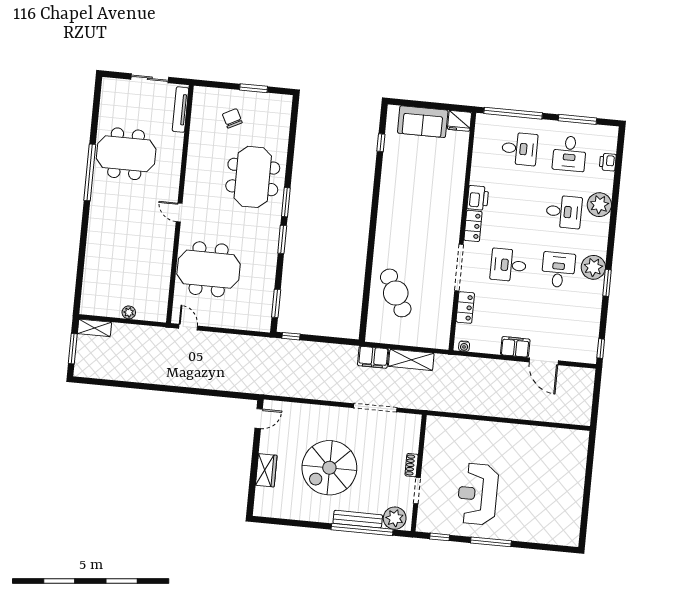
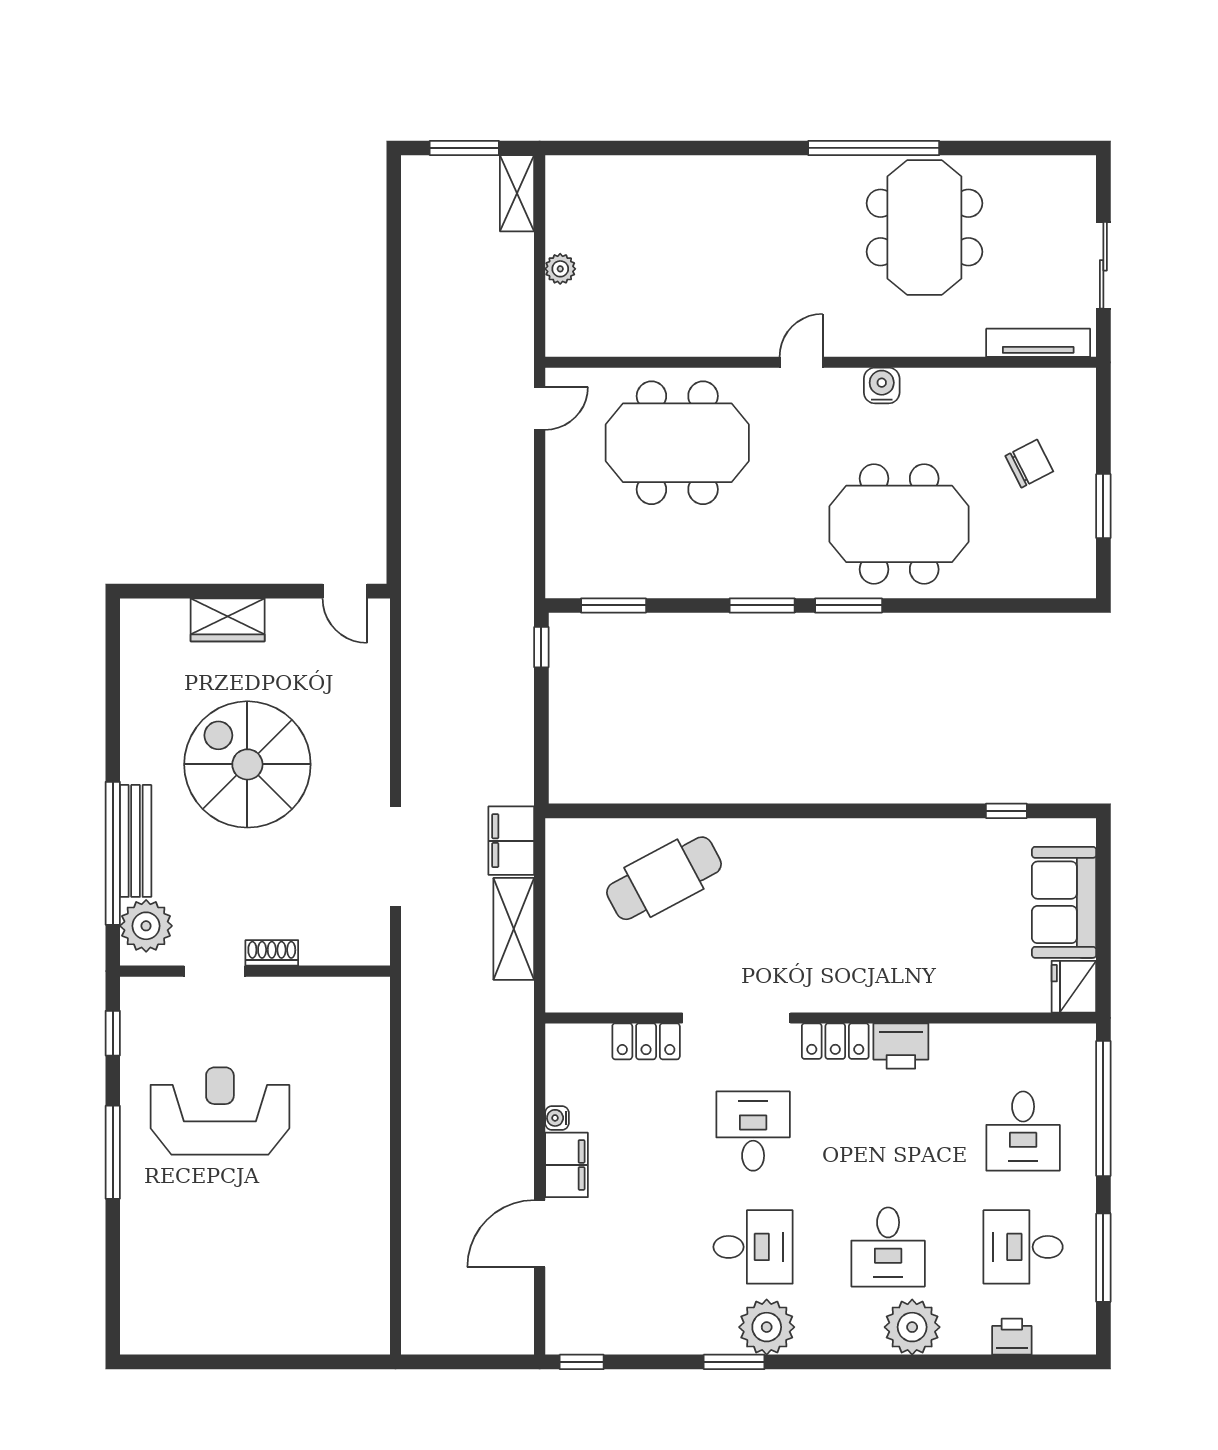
water cooler: (192, 179) -> (882, 386), added
meeting table: (209, 269) -> (677, 443), turned 90
water cooler: (464, 346) -> (557, 1118), moved

